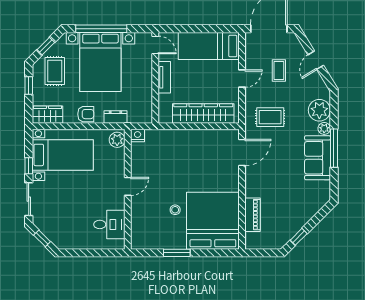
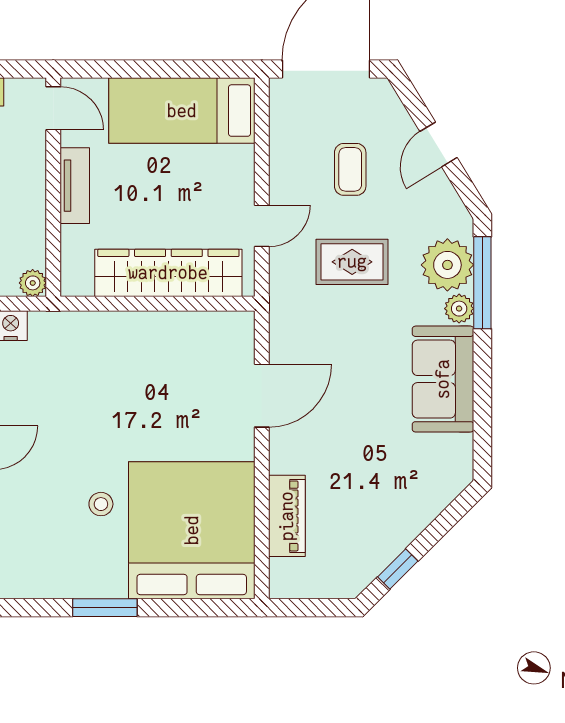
door: (242, 79) -> (262, 226), moved
rug: (270, 117) -> (352, 262), moved
plant: (147, 118) -> (33, 283), added
window: (334, 148) -> (482, 283), moved
door: (242, 152) -> (262, 396), moved

